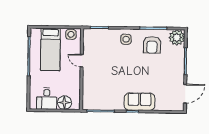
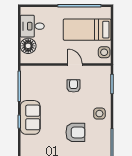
armchair: (152, 45) -> (75, 132), moved, turned 180
door: (82, 61) -> (75, 65), hinge flipped
armchair: (101, 62) -> (74, 86), added
sofa: (140, 102) -> (30, 117), moved

